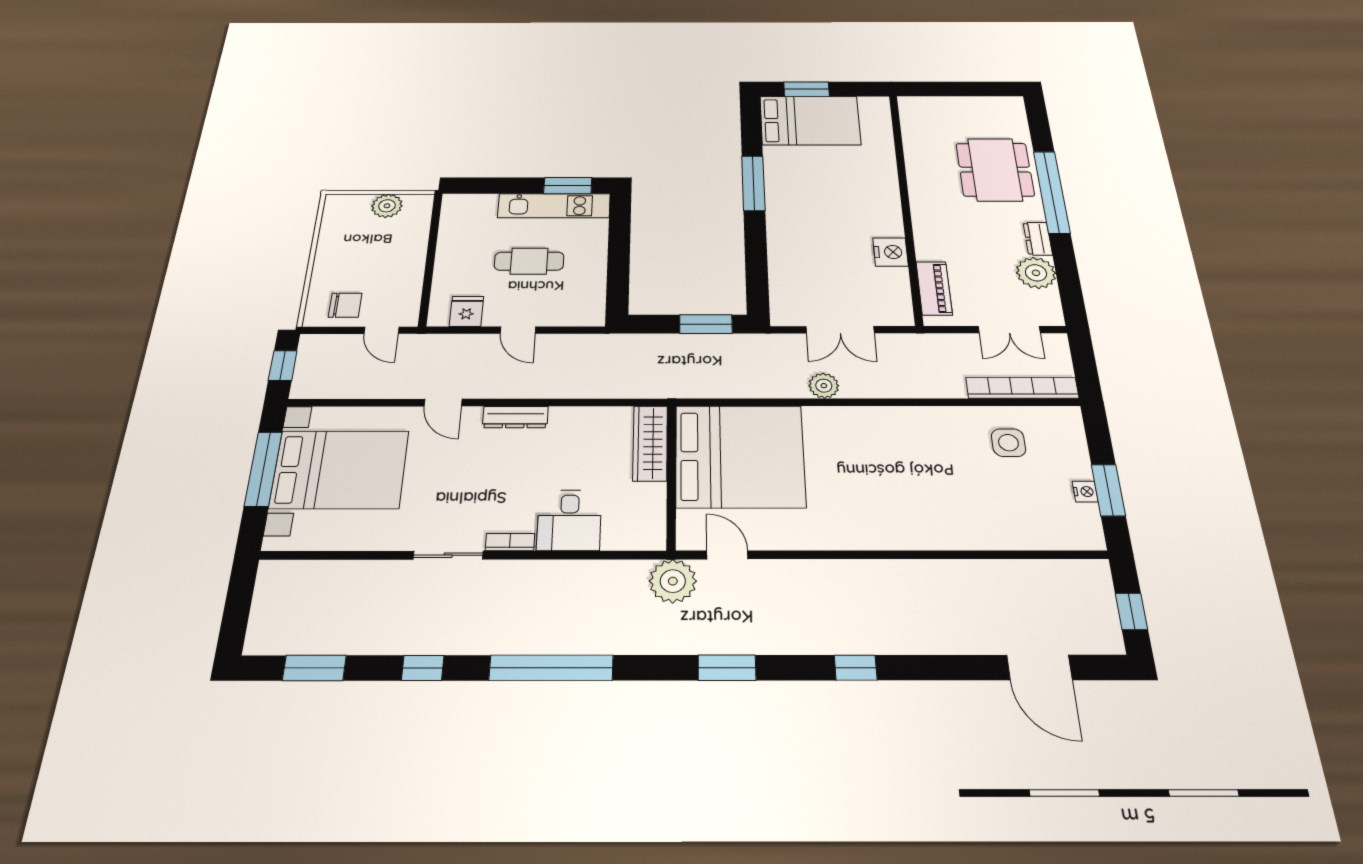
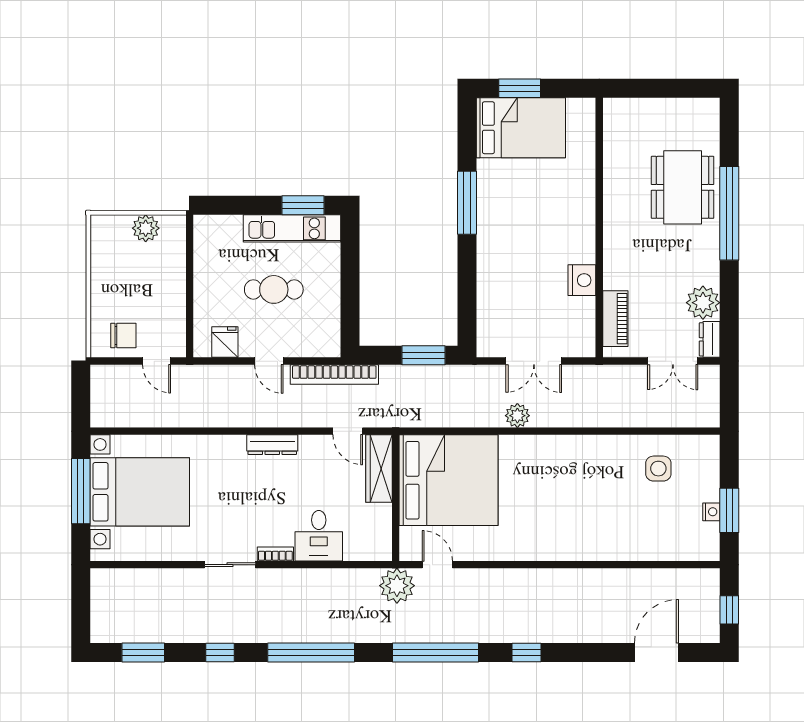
dresser: (1038, 239) -> (710, 339), moved
window: (283, 366) -> (81, 396), removed
bookcase: (1022, 388) -> (334, 374), moved, turned 180
door: (443, 403) -> (348, 431), moved
door: (1039, 667) -> (656, 652), swing flipped
window: (727, 668) -> (436, 652), width x2.11

